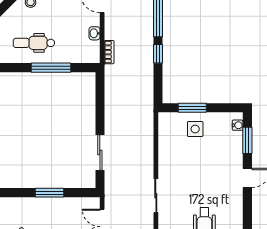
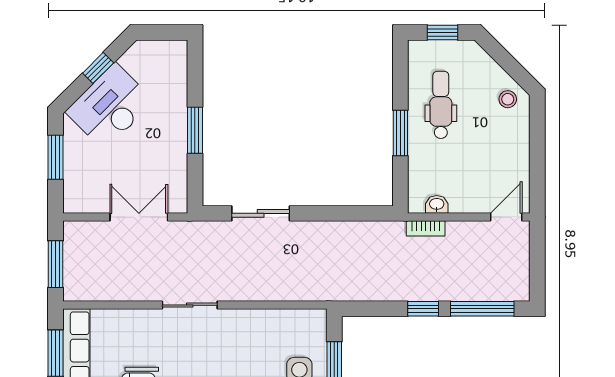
washbasin: (95, 33) -> (437, 204), moved
window: (51, 68) -> (400, 133), width x0.69

